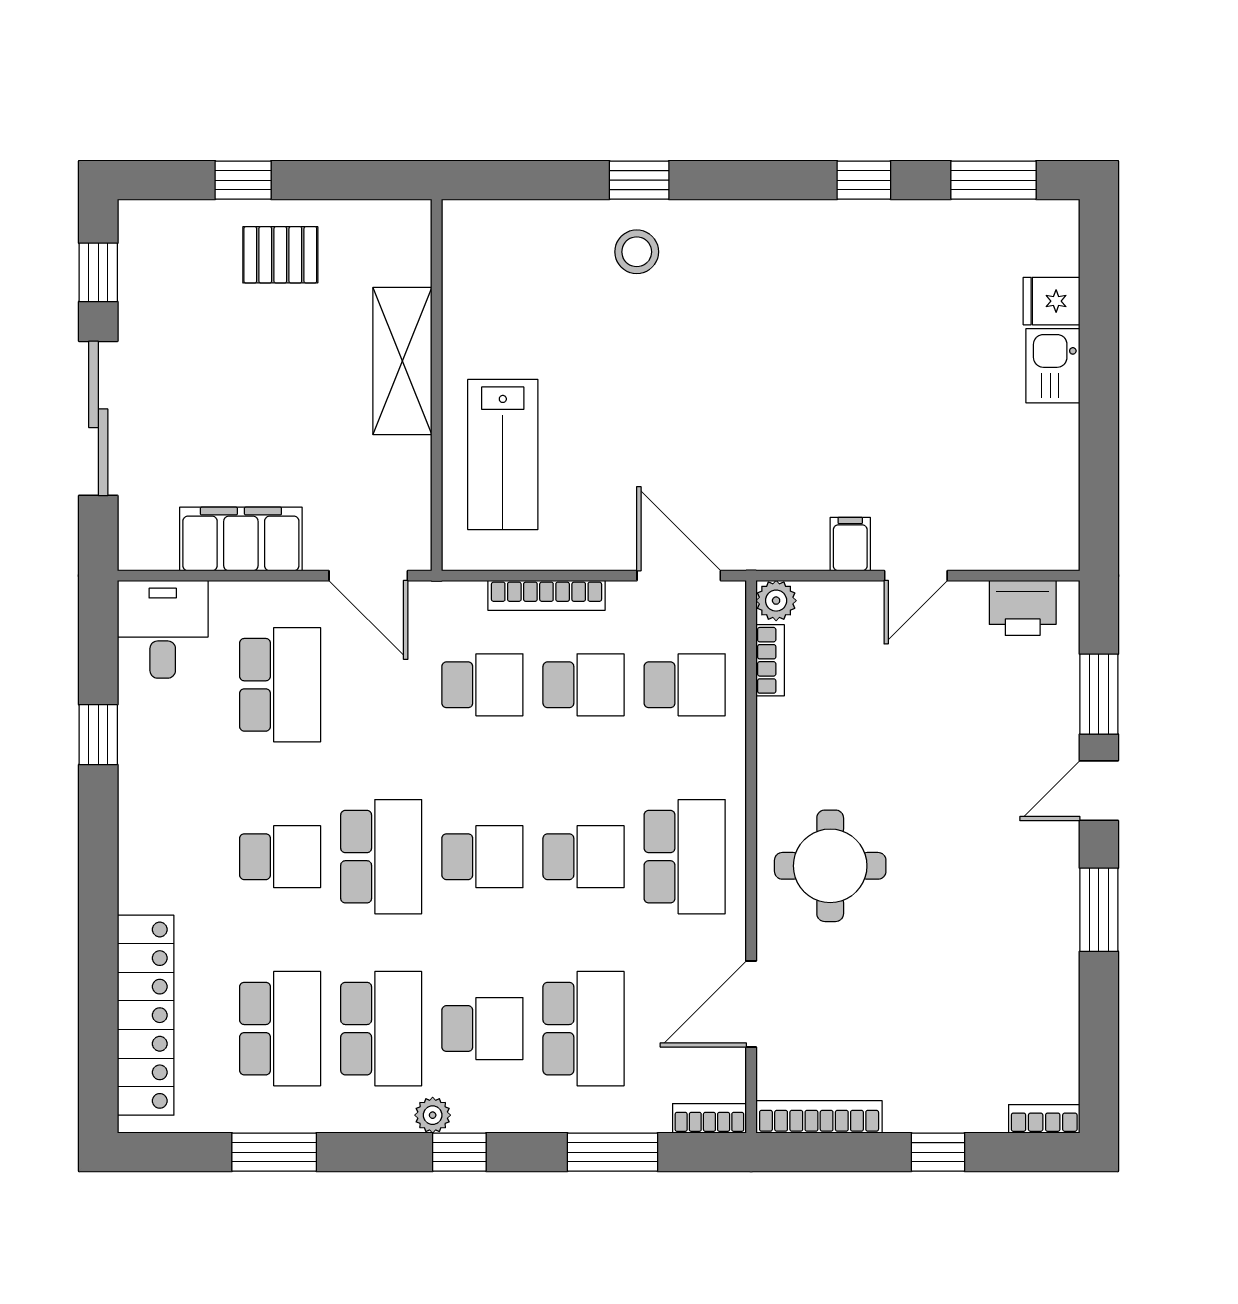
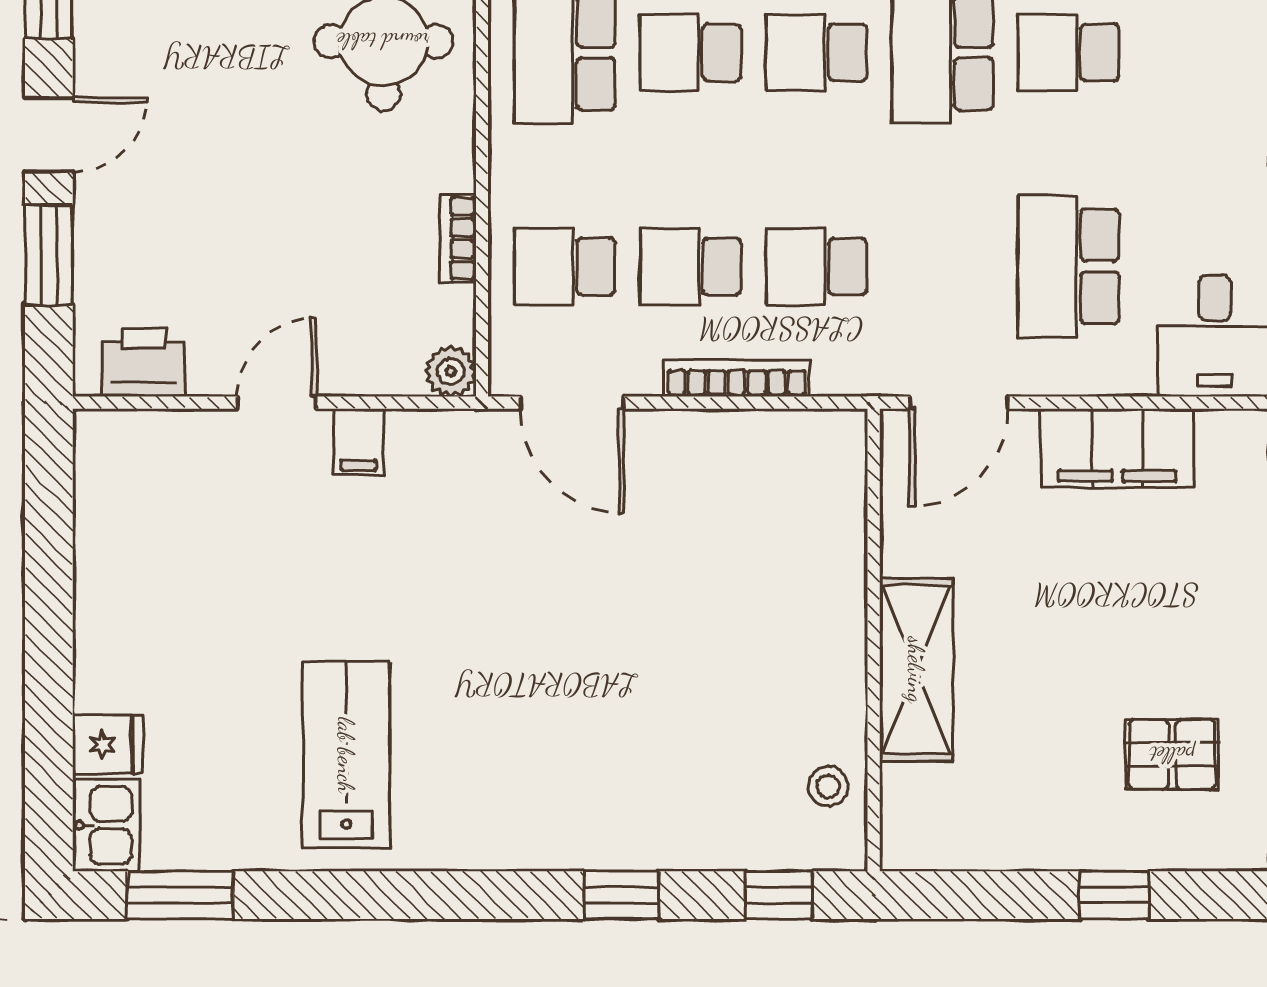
window: (864, 180) -> (779, 895), moved
stool: (637, 252) -> (828, 786), moved, width x0.73, depth x0.73
pallet: (280, 255) -> (1172, 755), moved
kitchen sink: (1053, 366) -> (106, 825), moved
lab bench: (503, 455) -> (346, 755), moved
door: (368, 576) -> (959, 403), swing flipped
bookcase: (770, 660) -> (458, 238), moved

